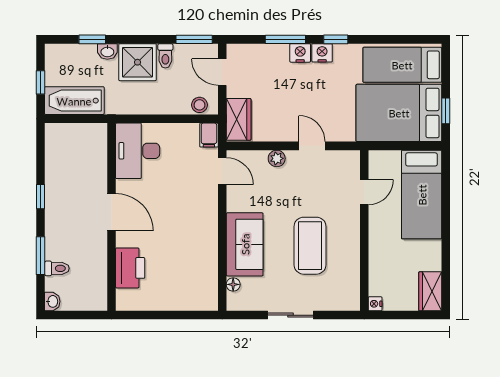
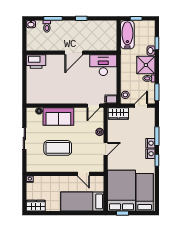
printer: (130, 268) -> (36, 62), moved

